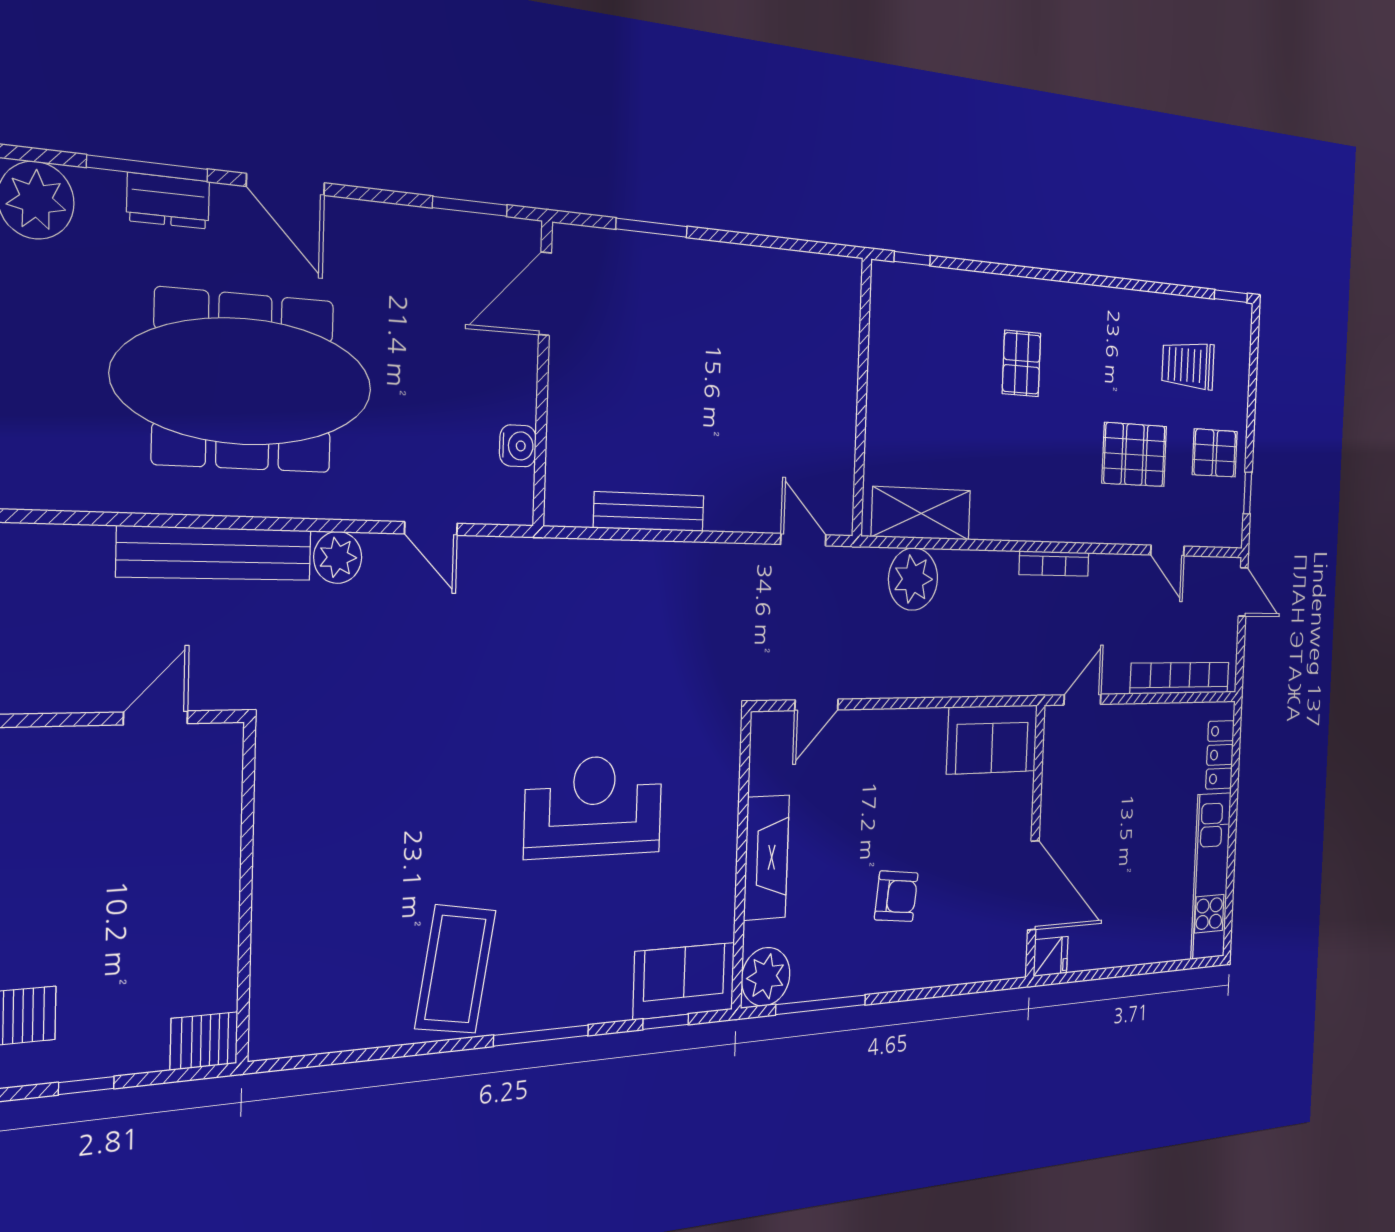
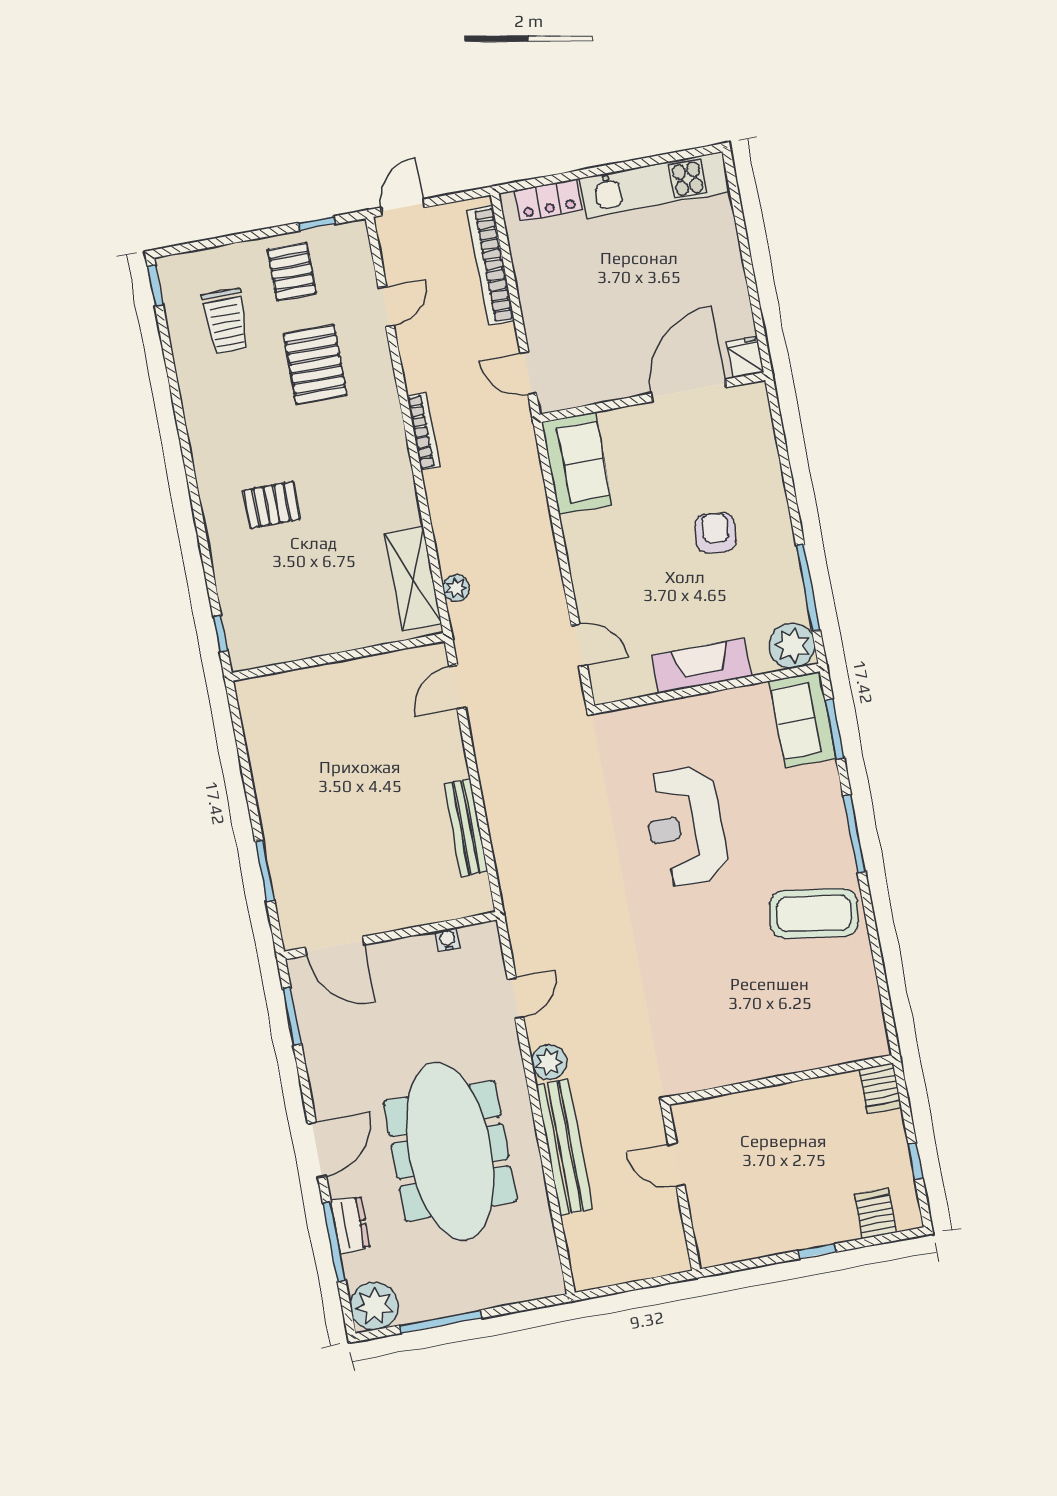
water cooler: (518, 446) -> (448, 940), width x0.72, depth x0.72
plant: (913, 579) -> (456, 588), width x0.53, depth x0.53
window: (666, 1022) -> (835, 729), width x1.50

